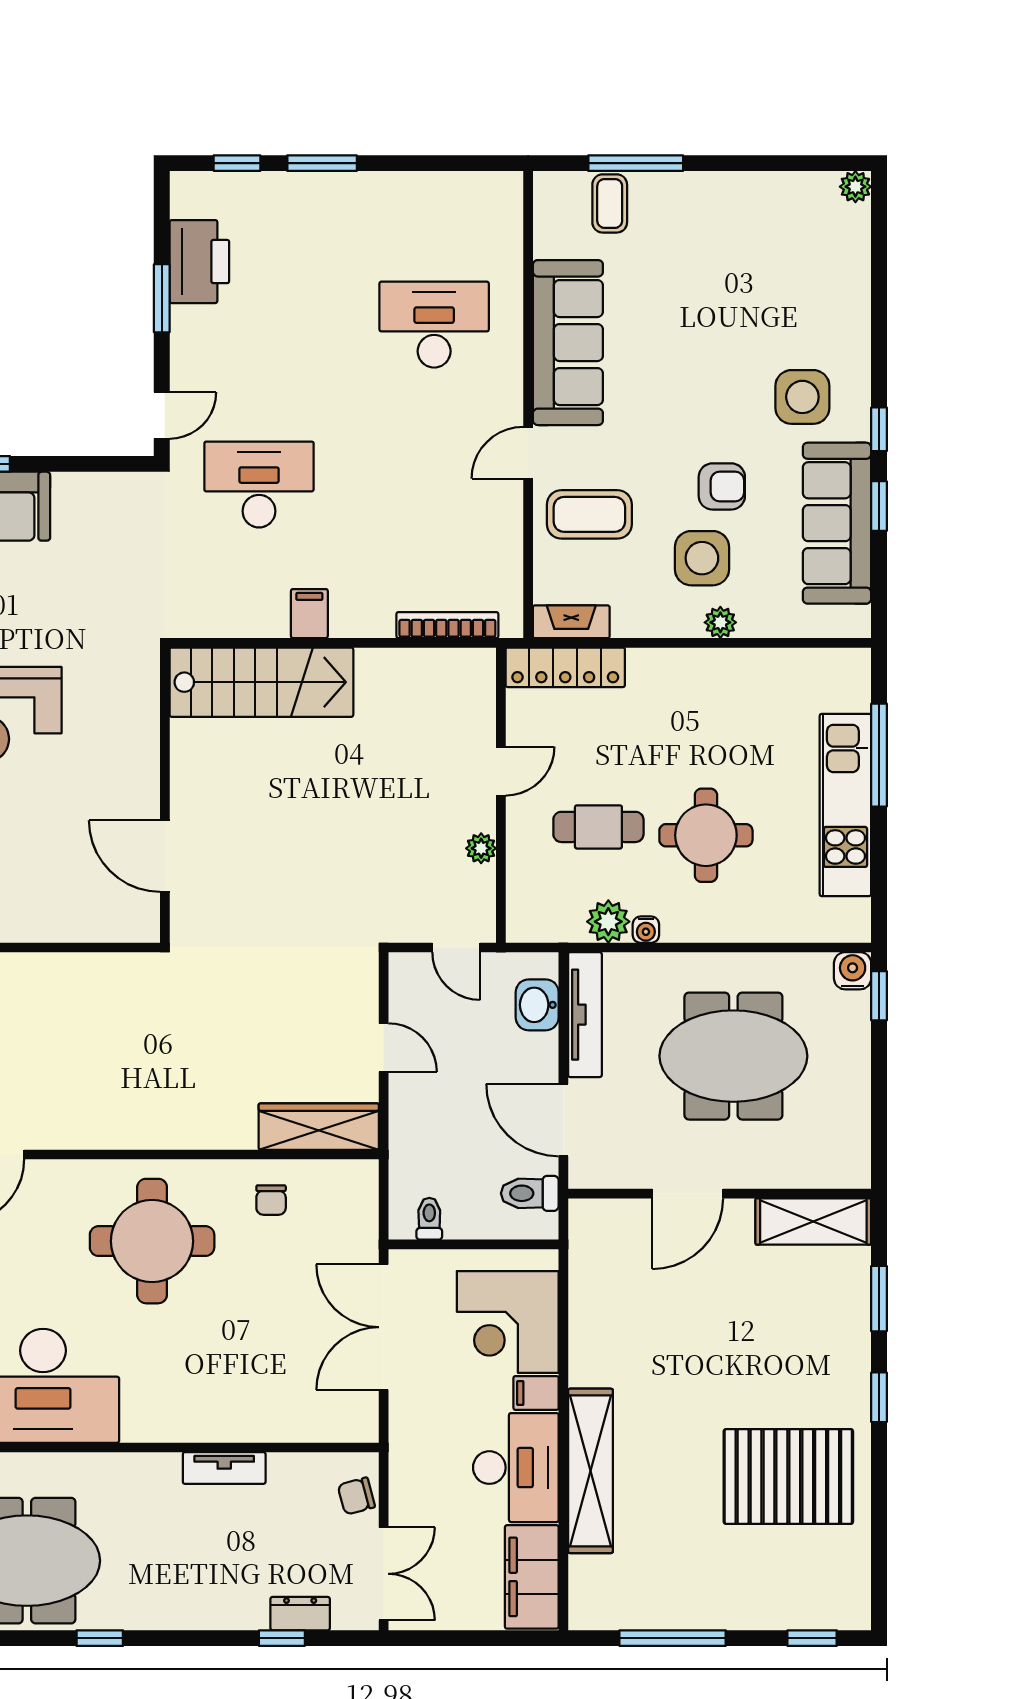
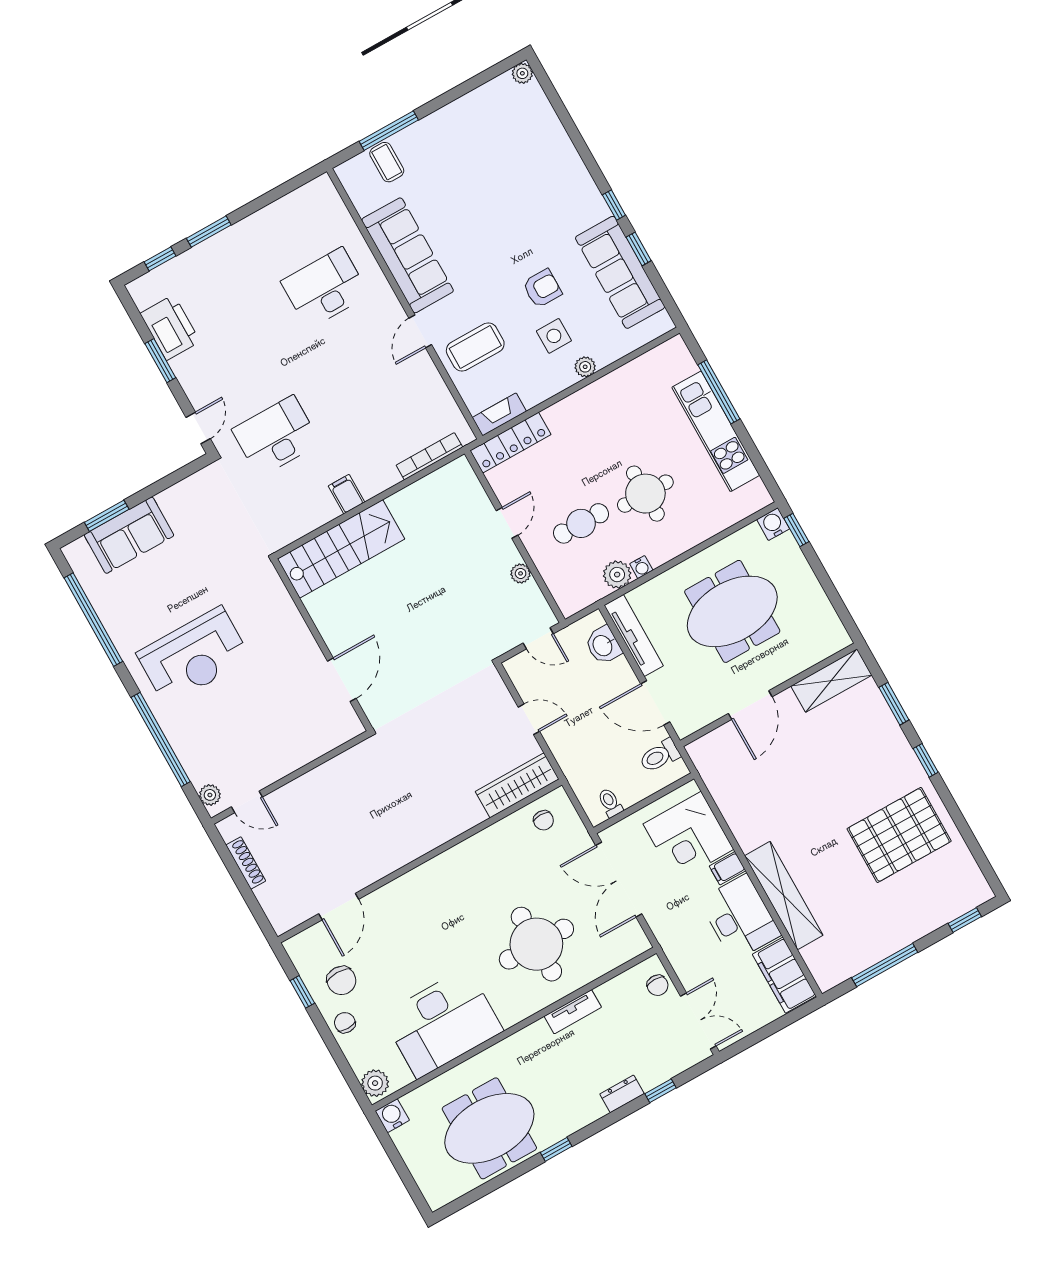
side table: (802, 397) -> (560, 211), removed
side table: (702, 558) -> (554, 336), width x0.73, depth x0.73
door: (165, 856) -> (342, 680), swing flipped
chair: (271, 1200) -> (543, 820), moved
round table: (152, 1241) -> (536, 944), moved
chair: (356, 1496) -> (658, 985), turned -75
dresser: (300, 1614) -> (622, 1094), moved

